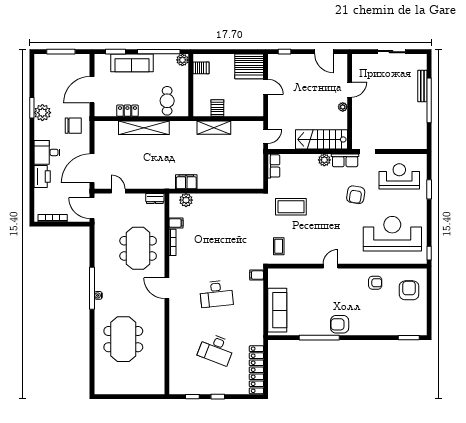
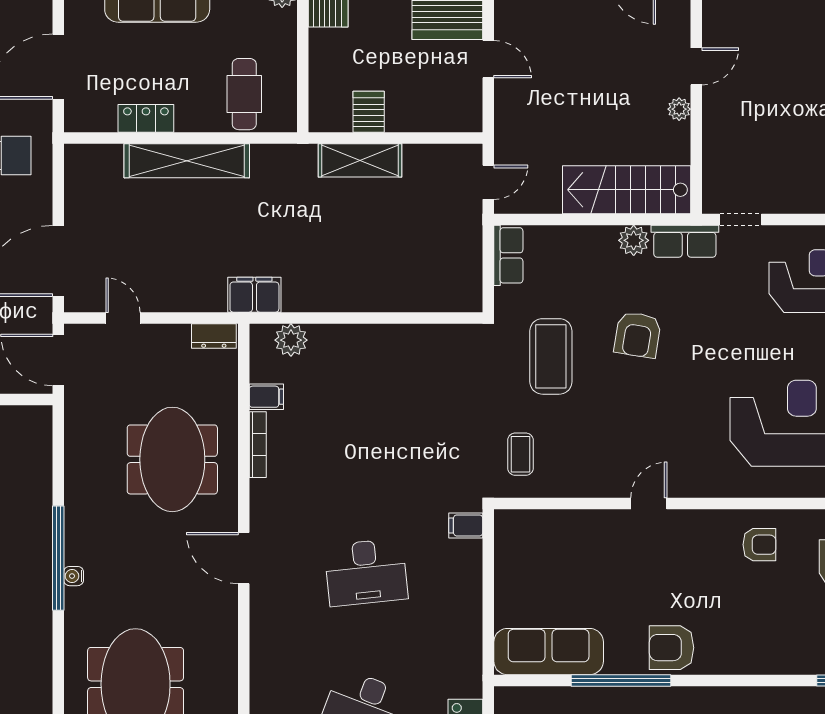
filing cabinet: (186, 182) -> (254, 295), moved
armchair: (356, 195) -> (638, 335), moved
coffee table: (291, 207) -> (551, 356), turned 90
sofa: (277, 310) -> (549, 652), moved, turned -90

